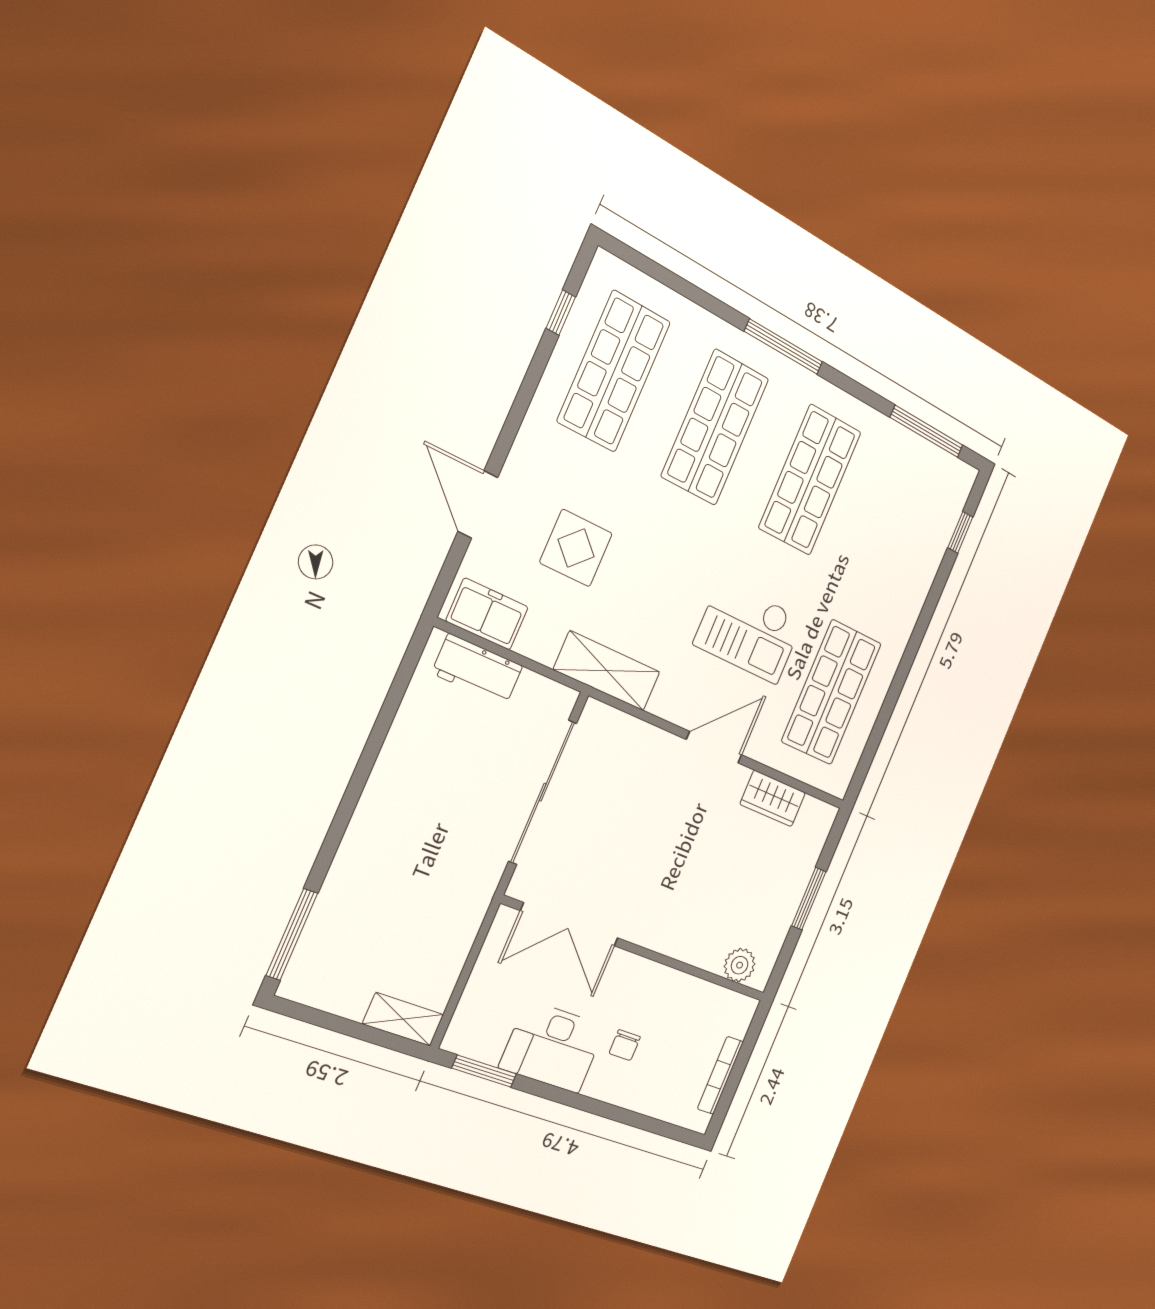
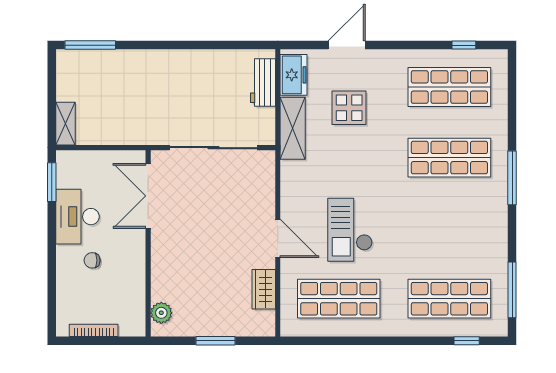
shop shelf: (810, 480) -> (449, 299), moved
shelving: (607, 671) -> (293, 128), moved

